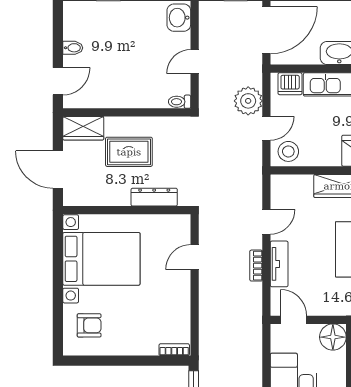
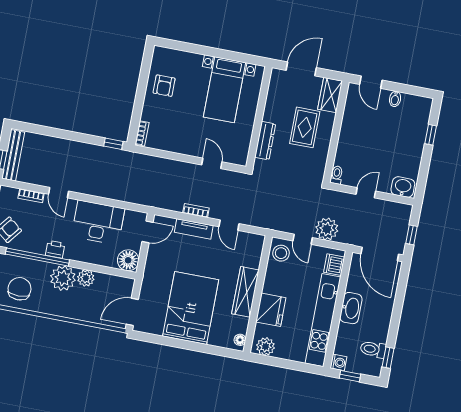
door: (195, 62) -> (366, 193), hinge flipped
bed with nightstands: (101, 259) -> (224, 90), width x0.73
armchair: (89, 325) -> (164, 86), moved

